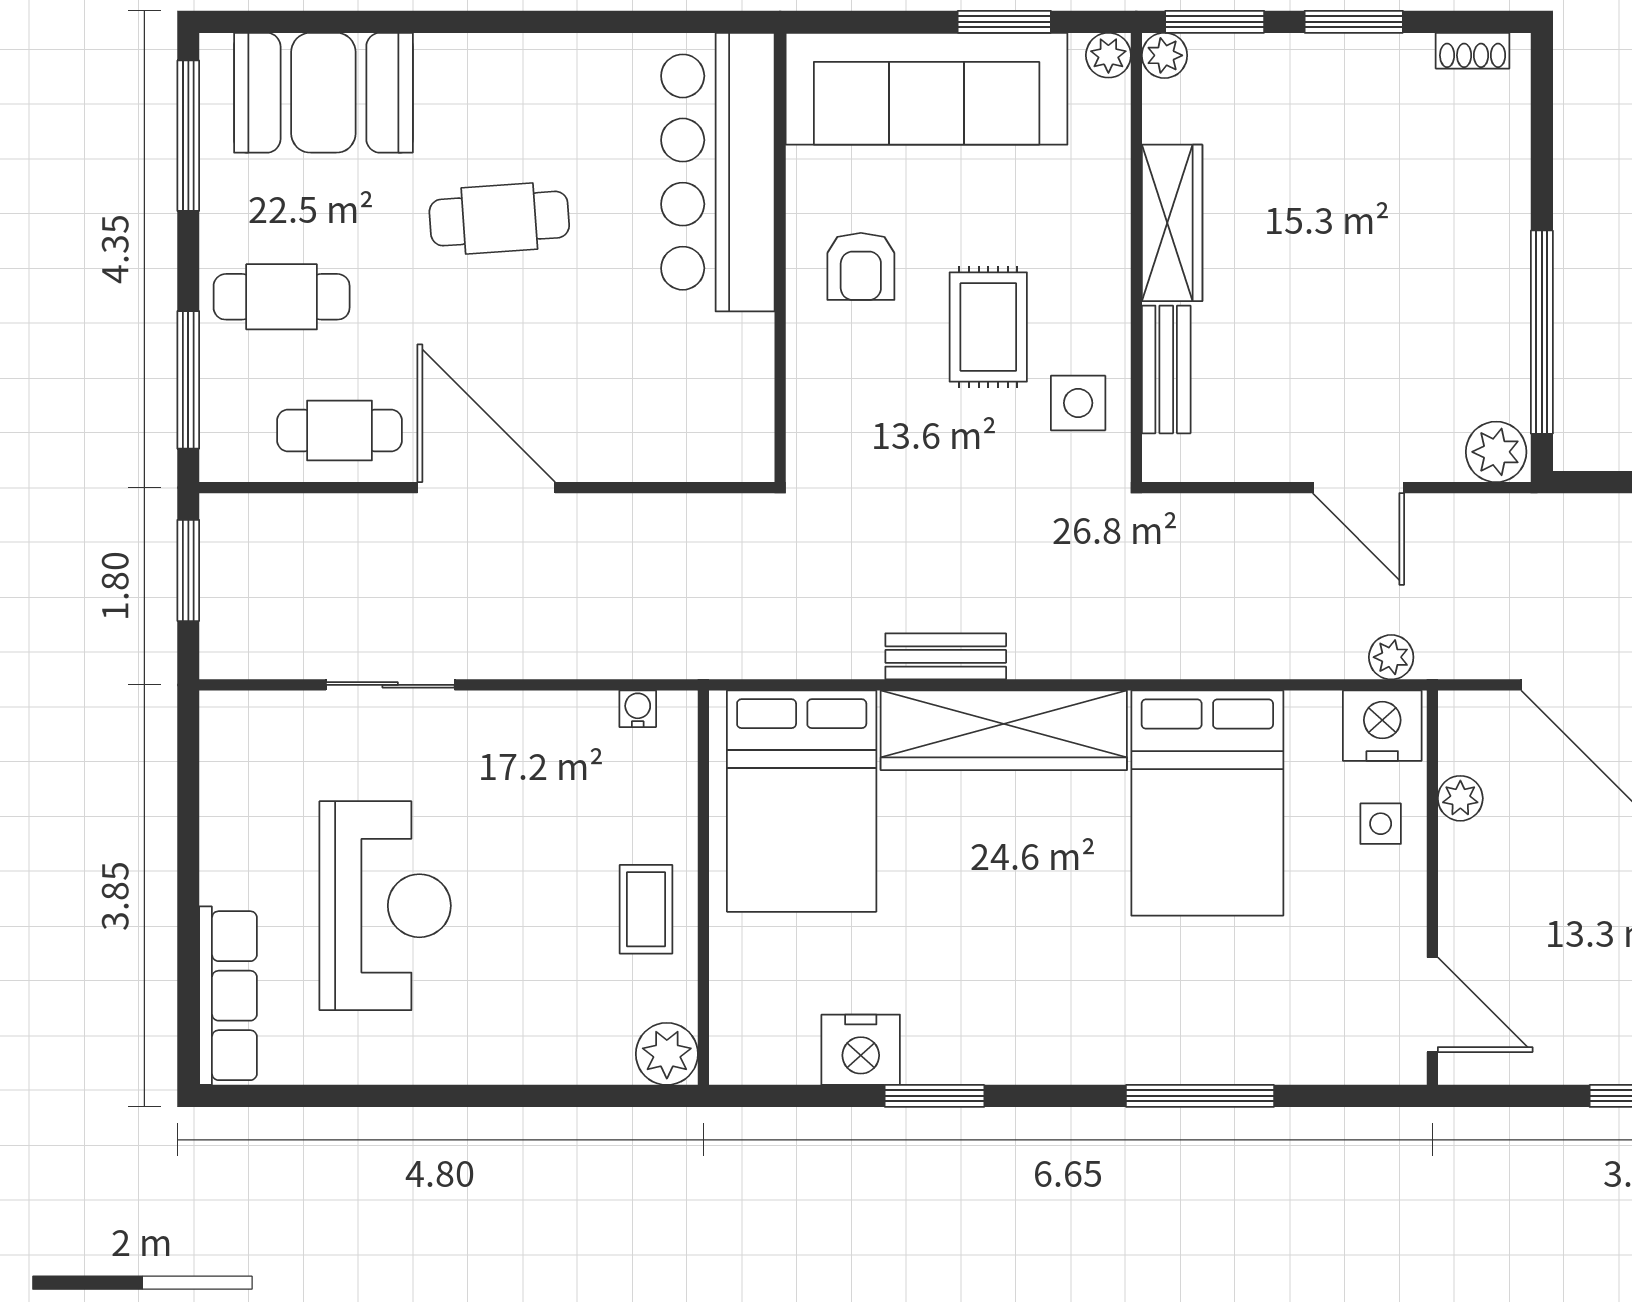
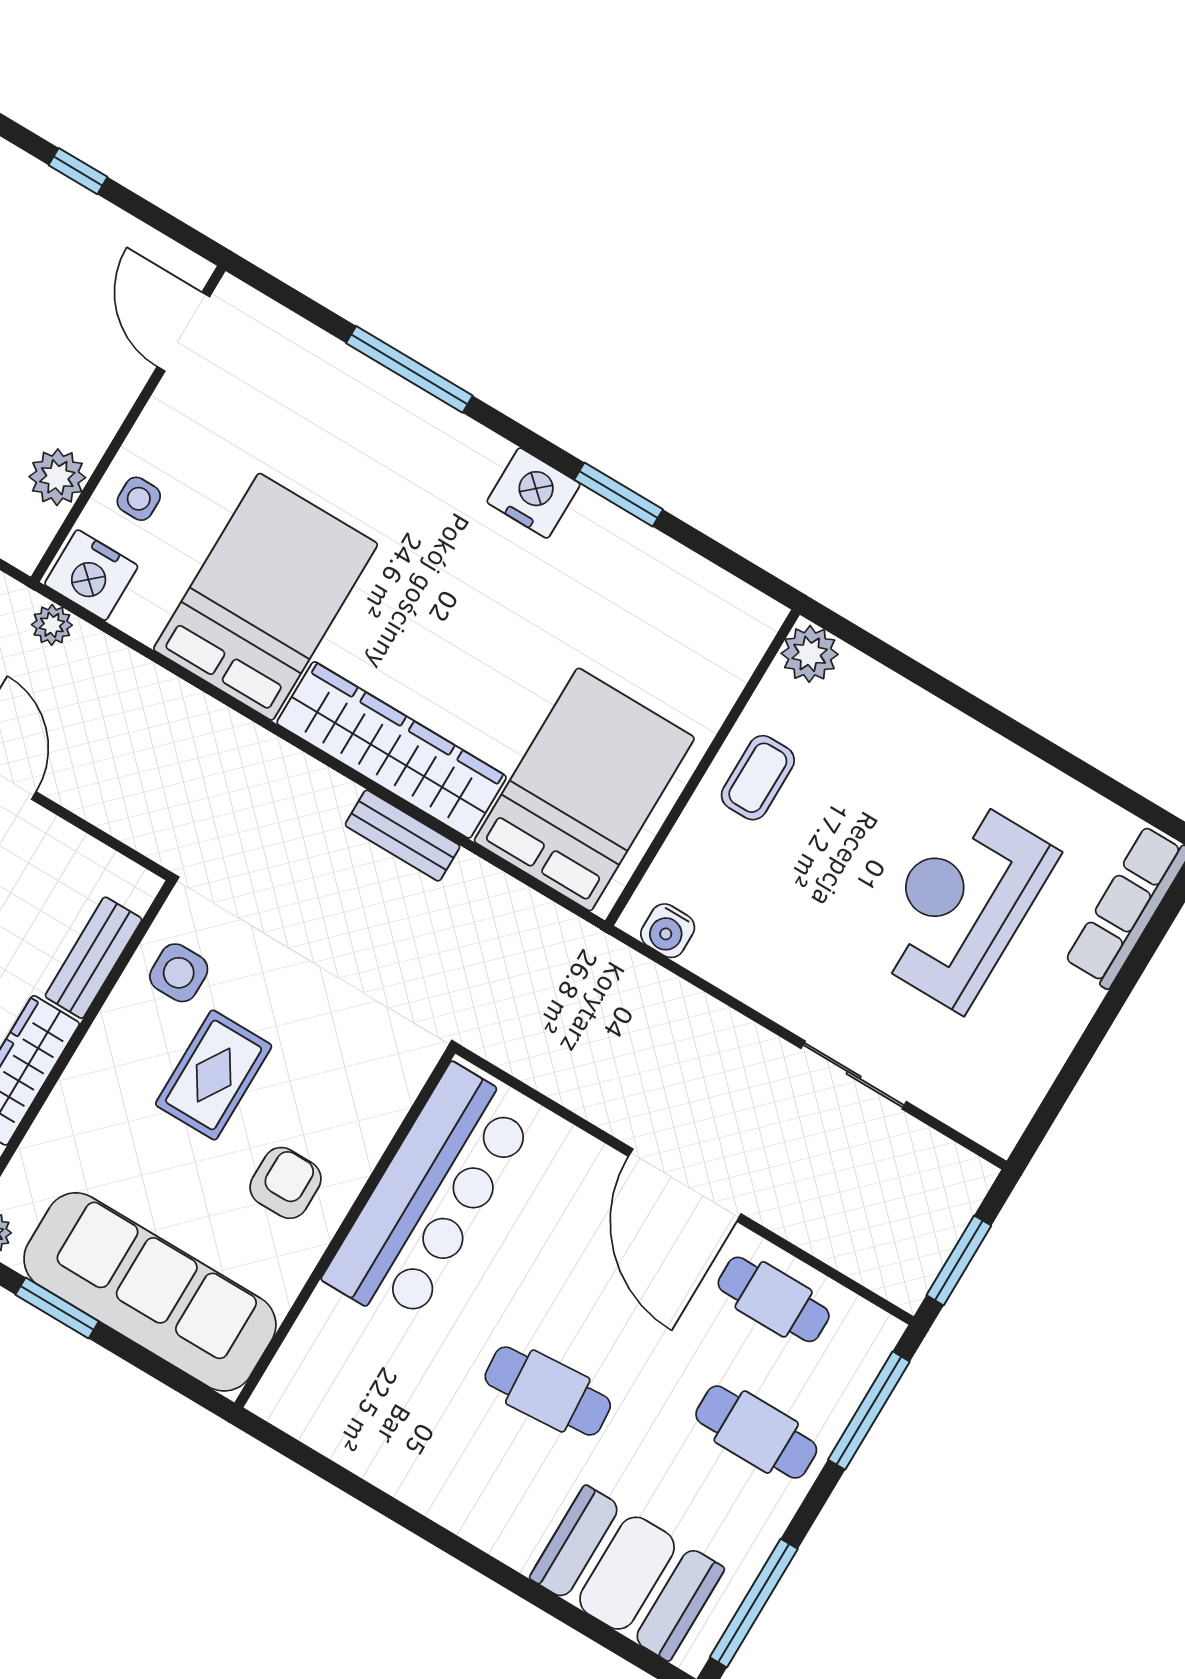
bar counter: (718, 172) -> (430, 1197), moved
water cooler: (638, 709) -> (668, 931), width x1.38, depth x1.38
plant: (1460, 798) -> (57, 477), width x1.38, depth x1.38
nightstand: (861, 1050) -> (533, 493), moved

